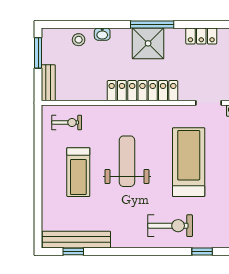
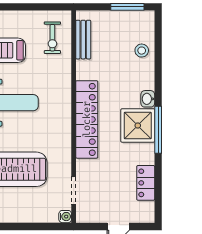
washbasin: (102, 34) -> (148, 99), moved
bench: (48, 83) -> (83, 40), moved, turned 90

